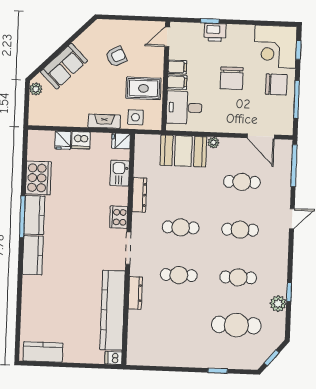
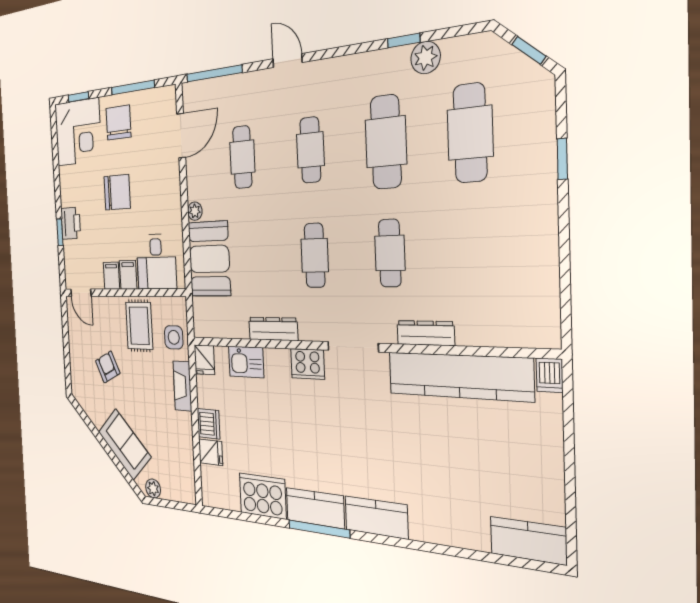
cafe table: (238, 277) -> (386, 142), width x1.37, depth x1.35
kitchen counter: (43, 352) -> (528, 541), moved, turned 90

